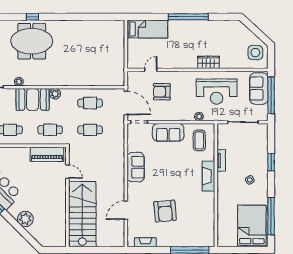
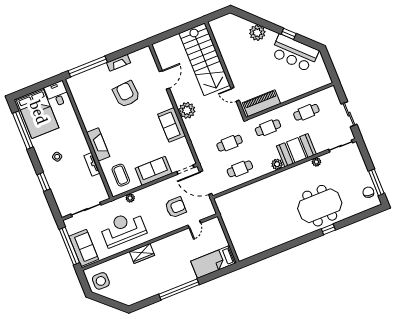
plant: (117, 175) -> (187, 110), added
desk: (227, 236) -> (57, 94), added
fireplace: (145, 242) -> (119, 63), moved

